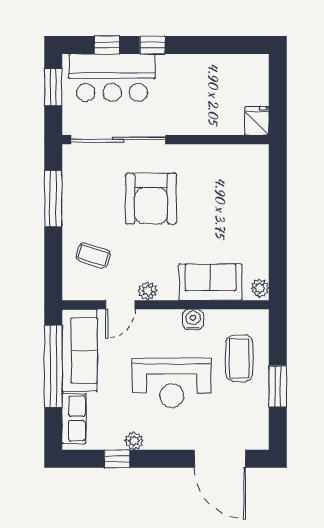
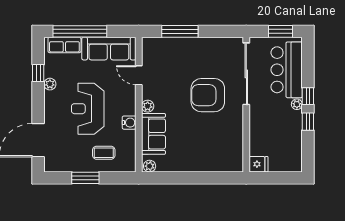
window: (107, 45) -> (308, 122), moved
plant: (165, 62) -> (297, 104), added
window: (53, 199) -> (180, 31), moved
coffee table: (93, 255) -> (171, 57), removed
plant: (148, 291) -> (148, 106), moved
coffee table: (239, 358) -> (104, 153), width x0.73, depth x0.77
window: (53, 366) -> (80, 31), moved

